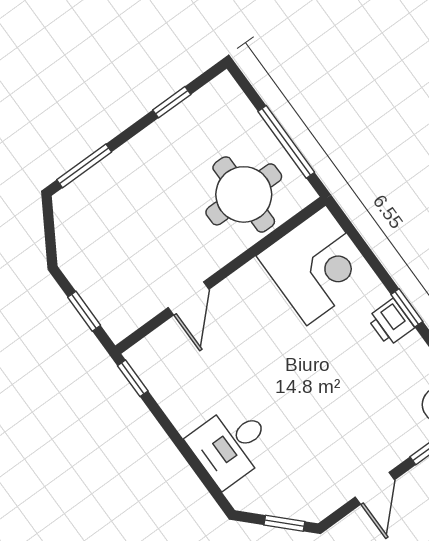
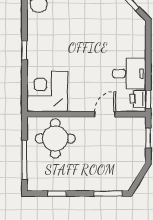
window: (286, 142) -> (24, 160), moved
printer: (391, 323) -> (138, 99), moved, turned 180
desk: (231, 445) -> (129, 73), moved

